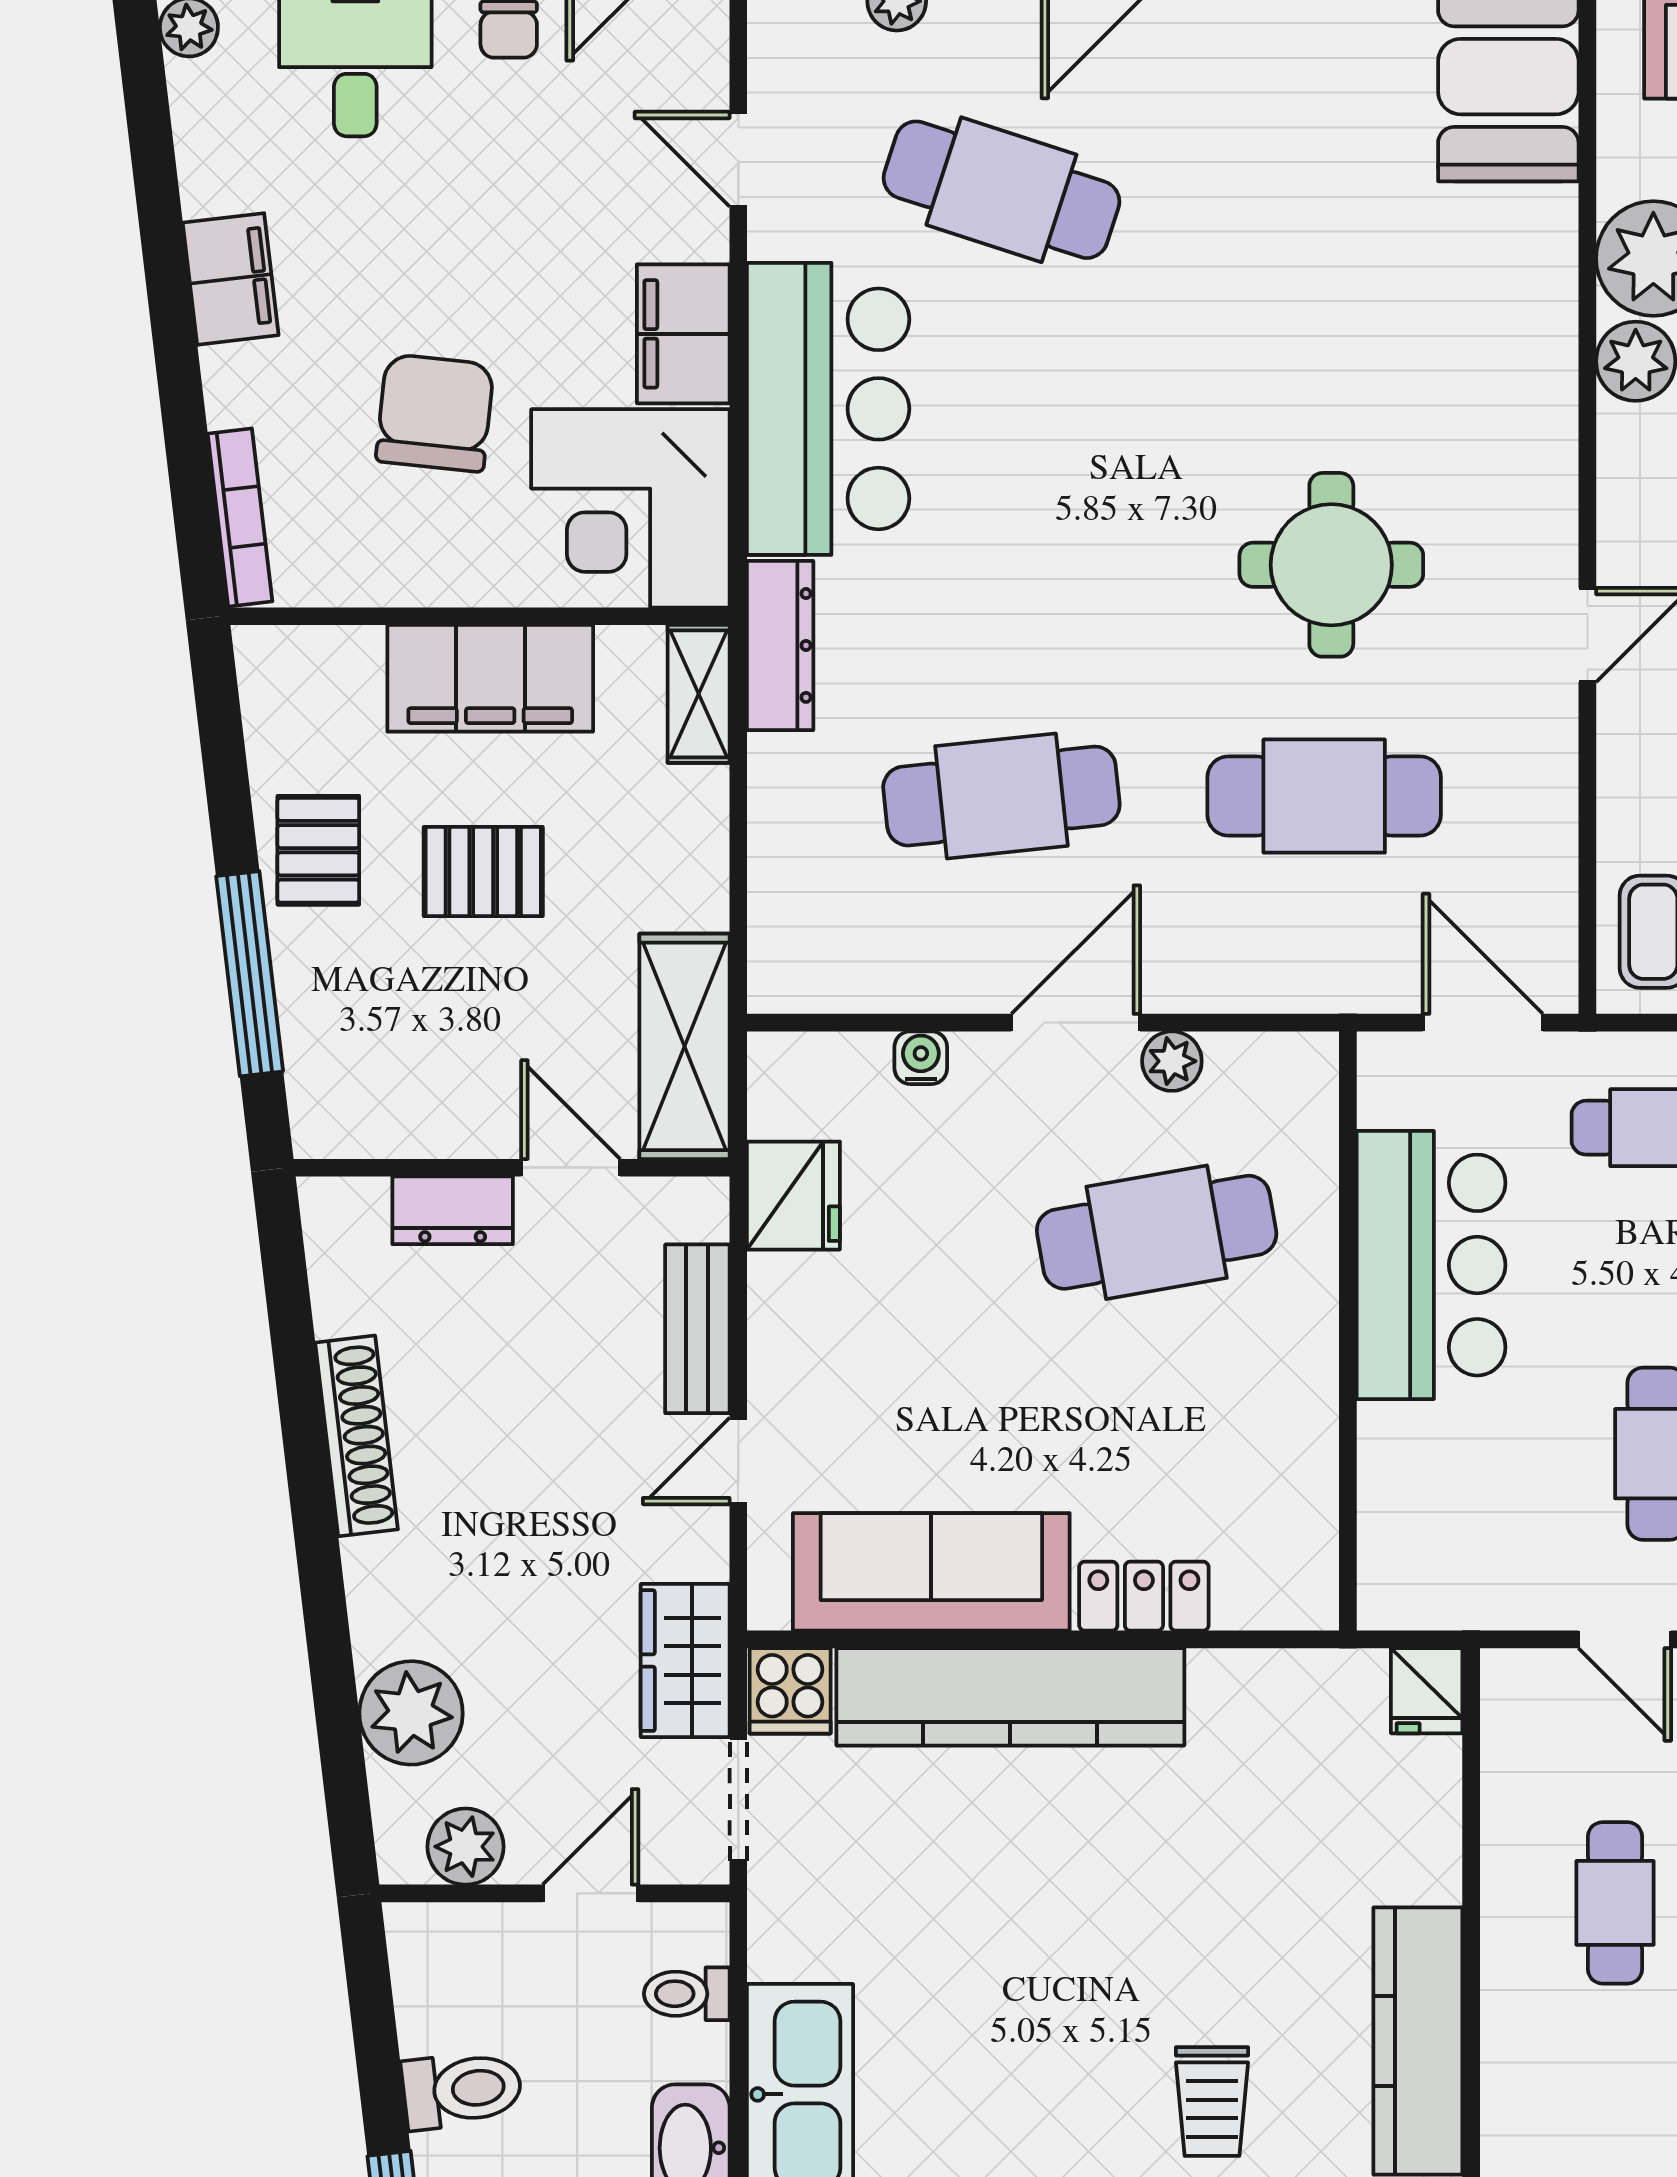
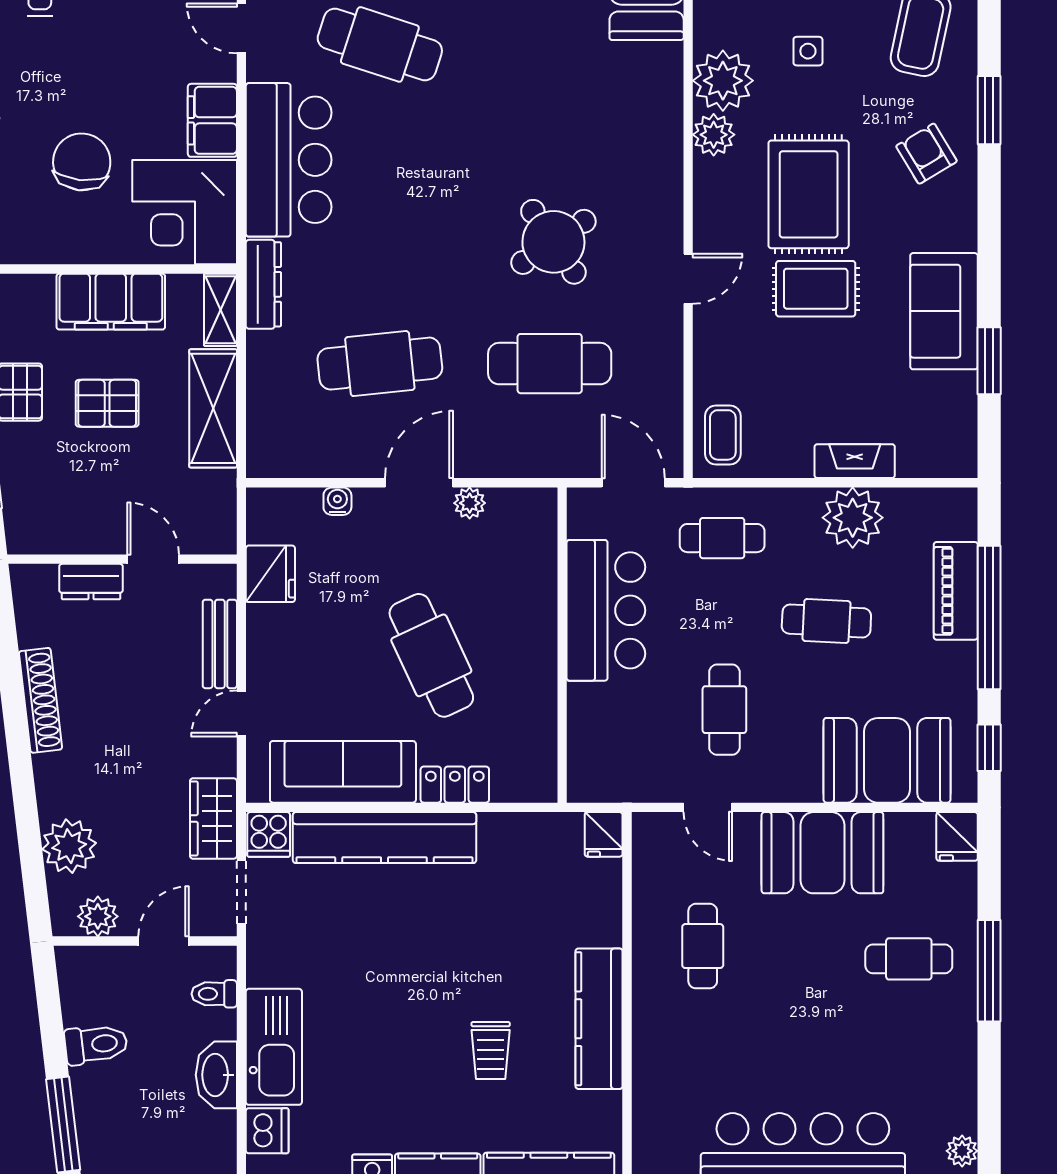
round table: (1331, 565) -> (553, 242), turned -34
shelving: (685, 1046) -> (213, 408), moved
cafe table: (1157, 1232) -> (431, 655), moved, turned 75

